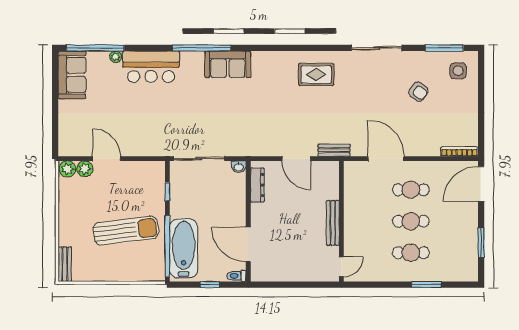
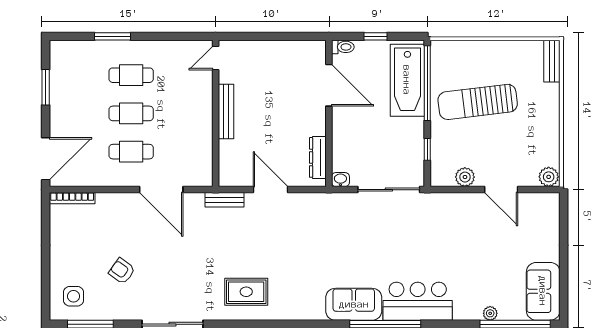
bar counter: (151, 67) -> (418, 301), moved
plant: (85, 169) -> (465, 177), moved

